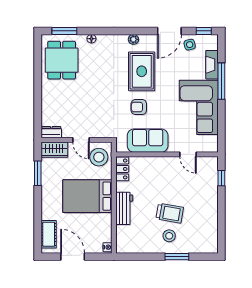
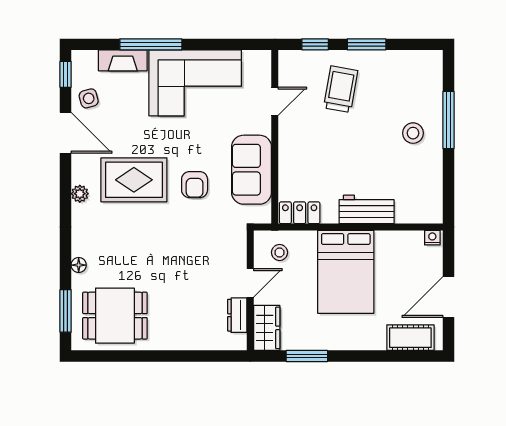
dresser: (51, 132) -> (237, 315), moved
stool: (99, 157) -> (280, 252), width x0.53, depth x0.53
window: (221, 208) -> (367, 44), added
trolley: (170, 213) -> (341, 89), moved
window: (177, 257) -> (448, 120), width x1.44

